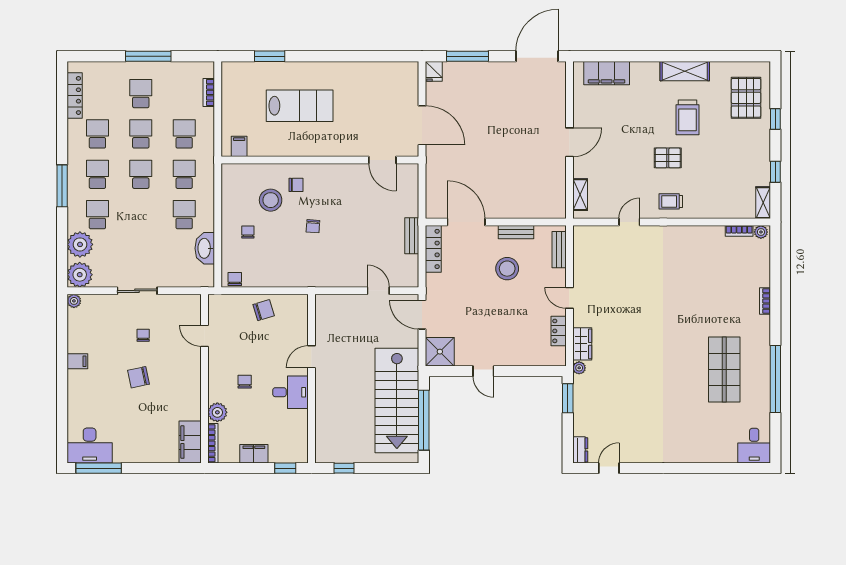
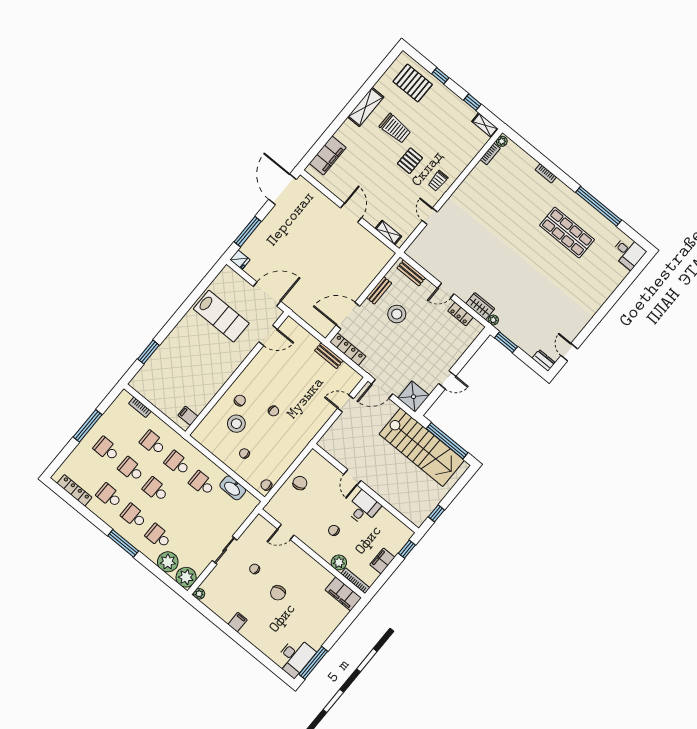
lab bench: (300, 106) -> (221, 316), moved, turned 90

